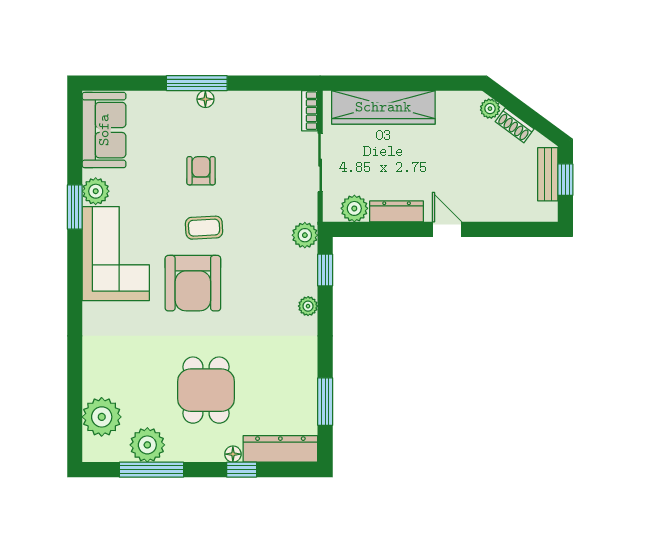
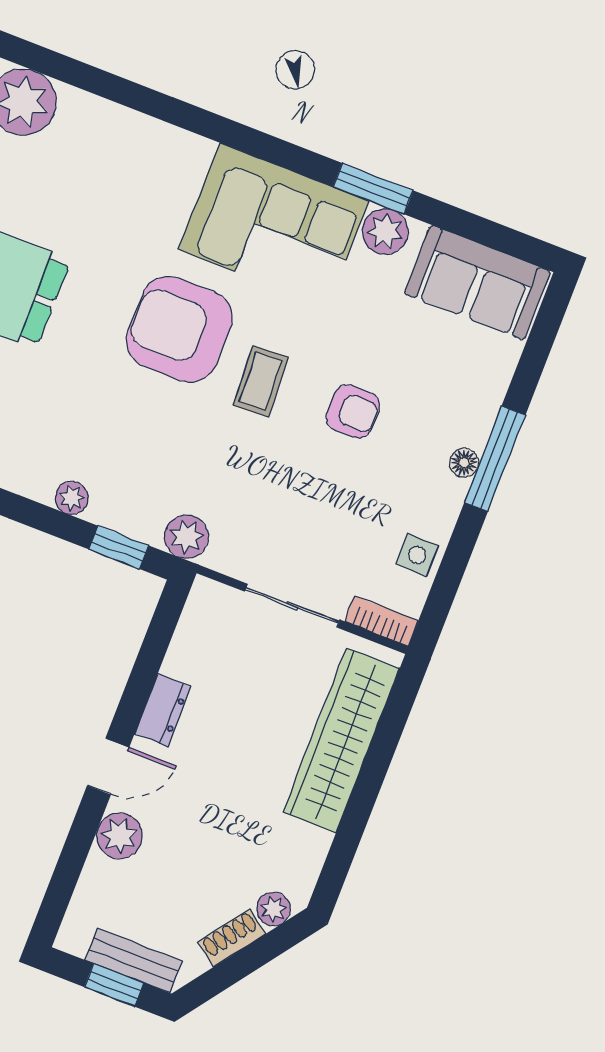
side table: (266, 105) -> (417, 555), added
plant: (354, 208) -> (119, 836), moved
dresser: (397, 211) -> (163, 710), width x0.70

